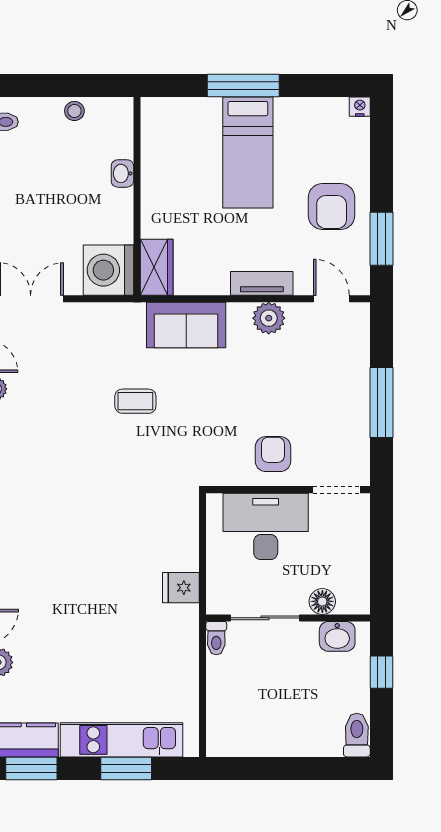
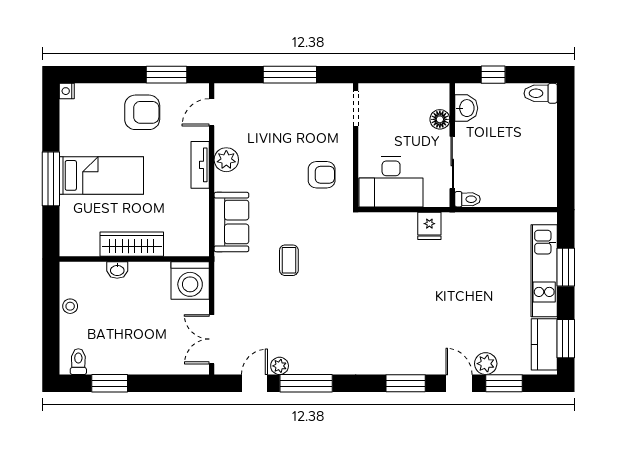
wardrobe: (157, 267) -> (132, 244), moved, width x1.50
armchair: (273, 454) -> (322, 175), moved, turned 180
desk: (266, 526) -> (391, 182), moved, turned -90

